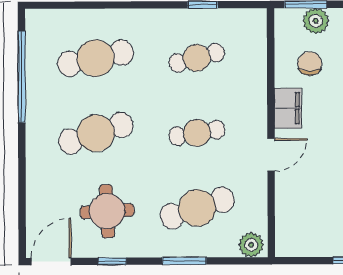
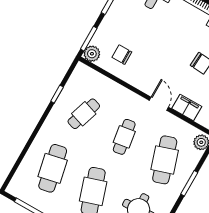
plant: (316, 21) -> (92, 54), moved
cafe table: (197, 58) -> (84, 114), turned 33
filing cabinet: (288, 108) -> (187, 107), moved

